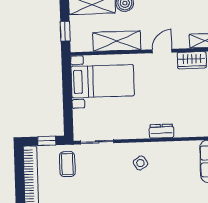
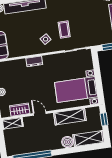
door: (162, 51) -> (40, 114), swing flipped
coffee table: (67, 164) -> (64, 30), moved

